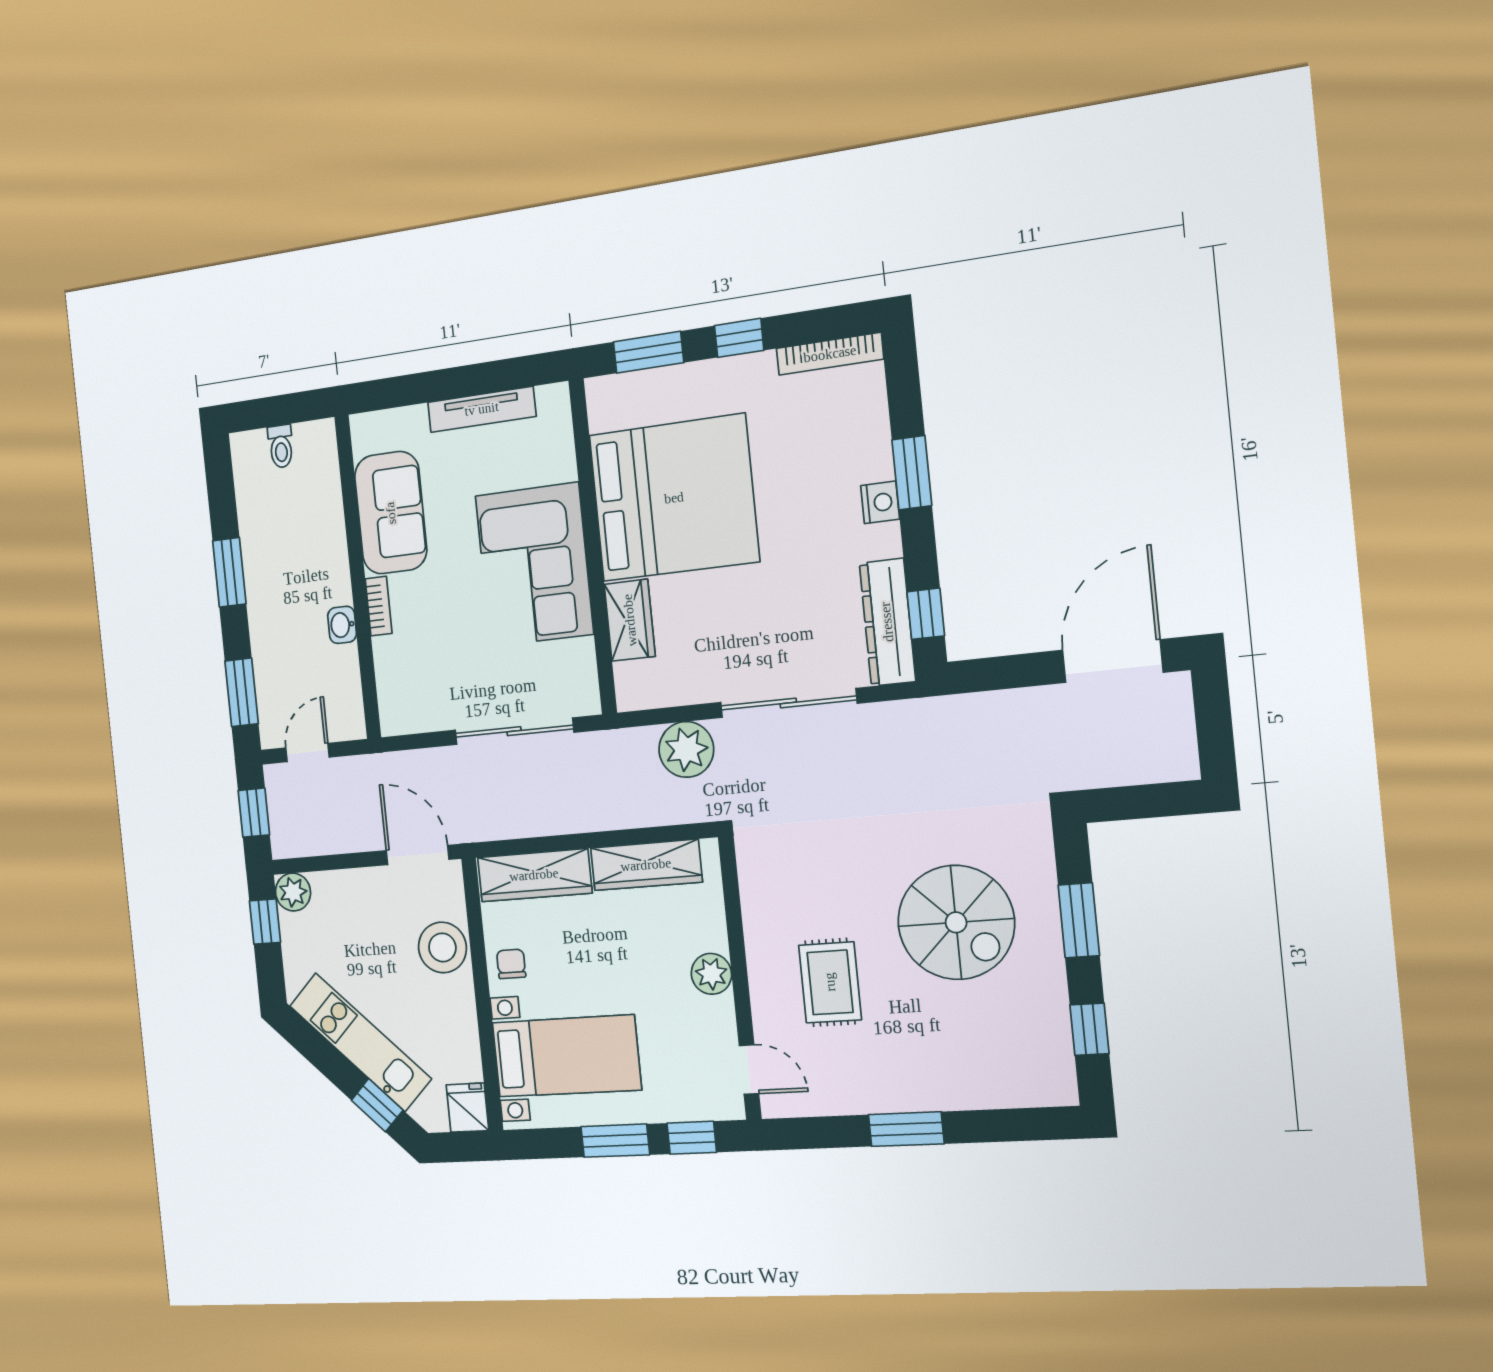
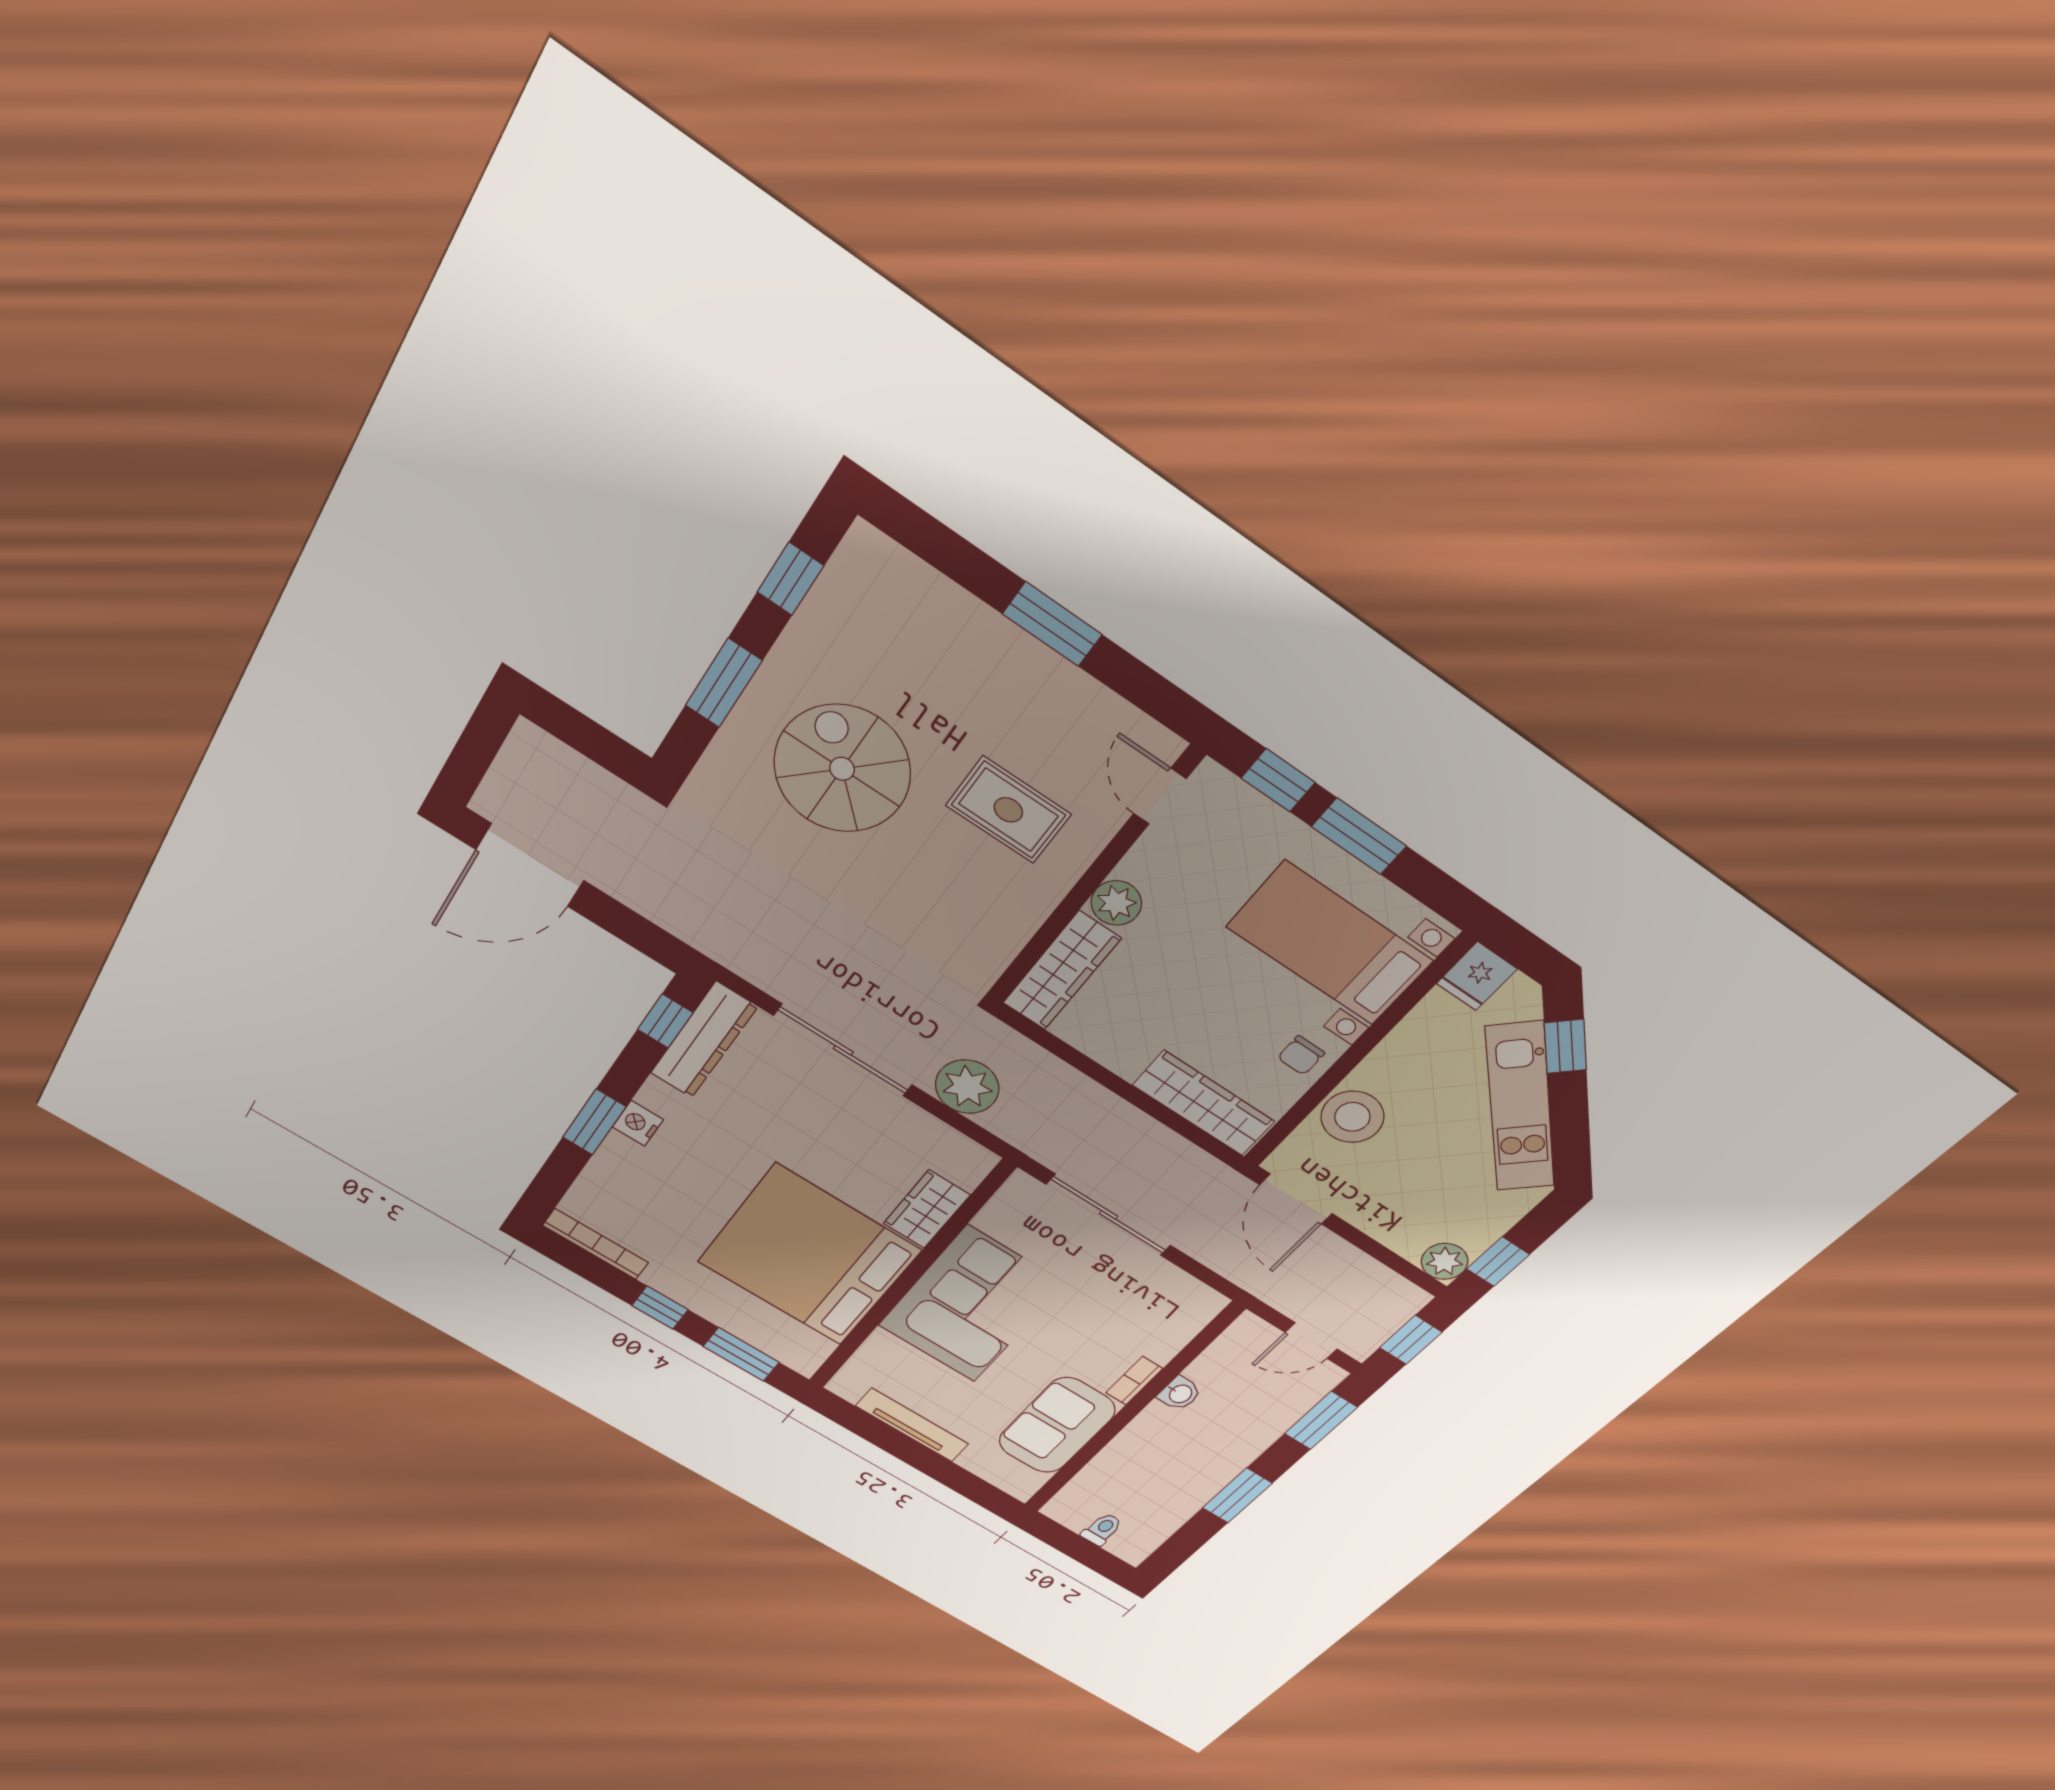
wardrobe: (646, 865) -> (1062, 971), moved, turned 90
rug: (830, 982) -> (1008, 810), turned 90

